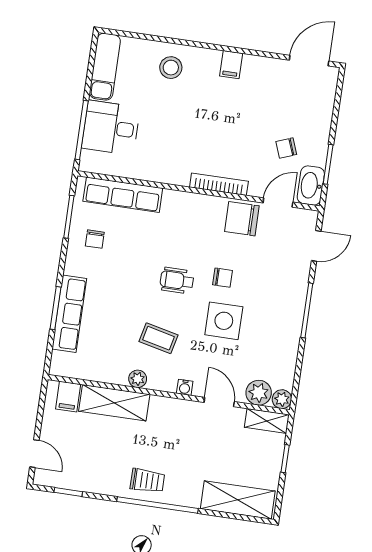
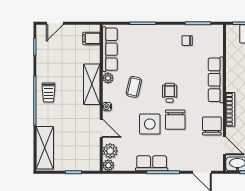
row of seats: (123, 195) -> (216, 80), moved
chair: (223, 278) -> (175, 120), width x1.87, depth x1.87
row of seats: (69, 314) -> (110, 49), moved, turned -90
row of seats: (289, 327) -> (152, 163), added
door: (219, 402) -> (101, 128), hinge flipped
shelving: (114, 403) -> (92, 84), moved
shelving: (267, 421) -> (94, 158), removed

